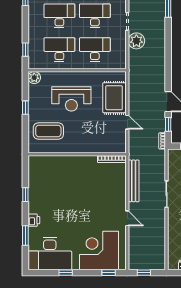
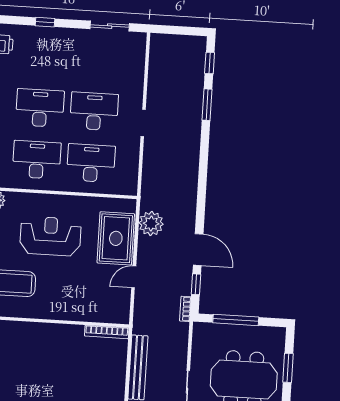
plant: (136, 41) -> (151, 223), moved
reception desk: (71, 99) -> (50, 236), turned 180
door: (127, 122) -> (134, 277), swing flipped

